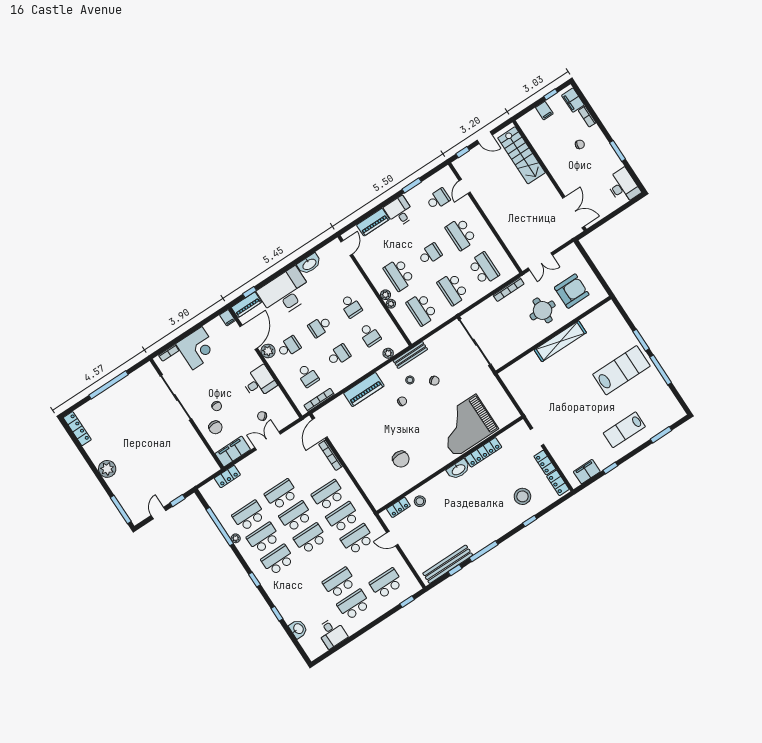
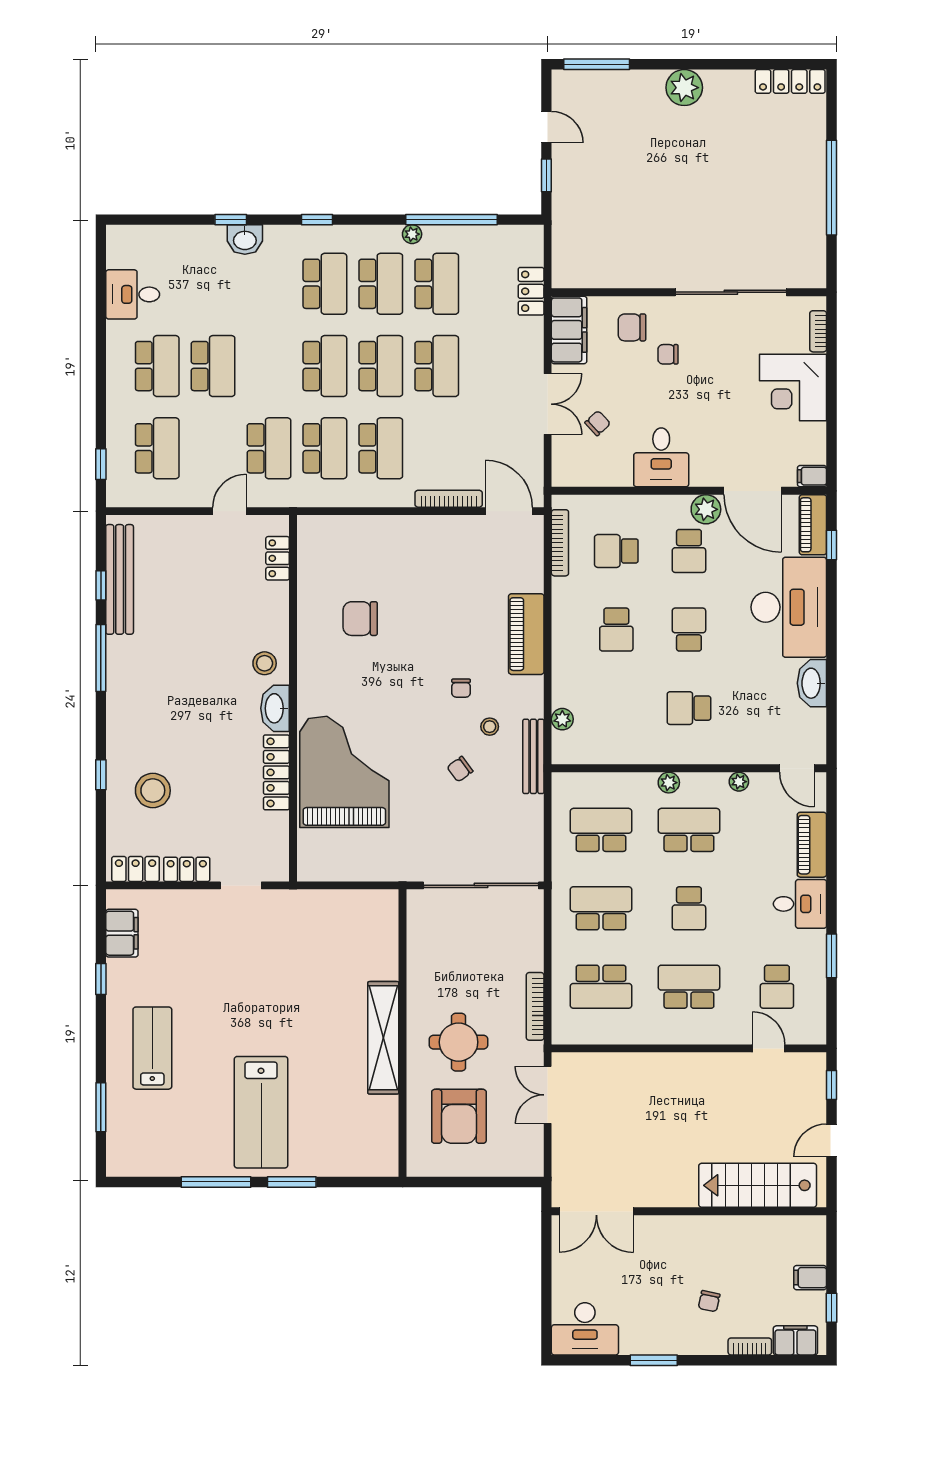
plant: (391, 304) -> (739, 782), moved
school desk: (370, 335) -> (616, 708), removed
stool: (420, 501) -> (265, 663), moved
washbasin: (298, 629) -> (245, 240), moved

